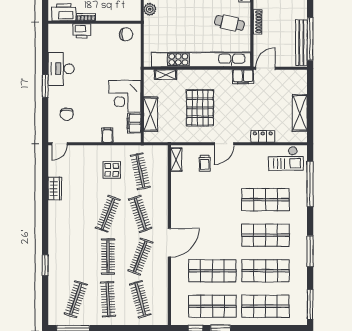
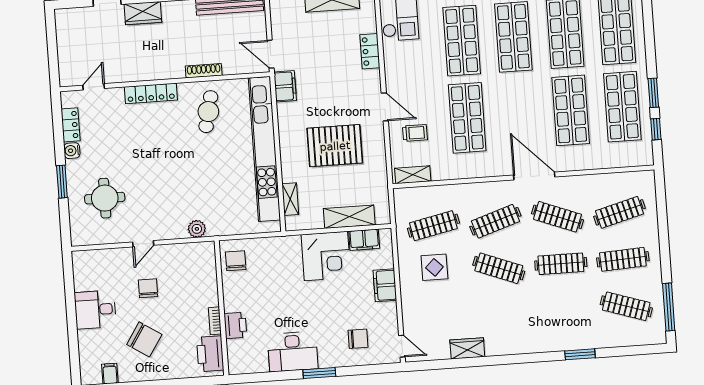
filing cabinet: (107, 135) -> (385, 285), width x2.00
shop shelf: (212, 200) -> (467, 118), added

